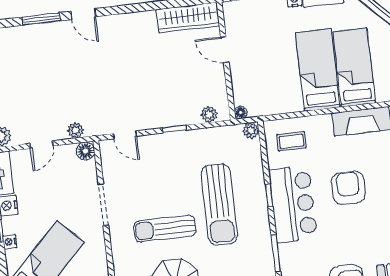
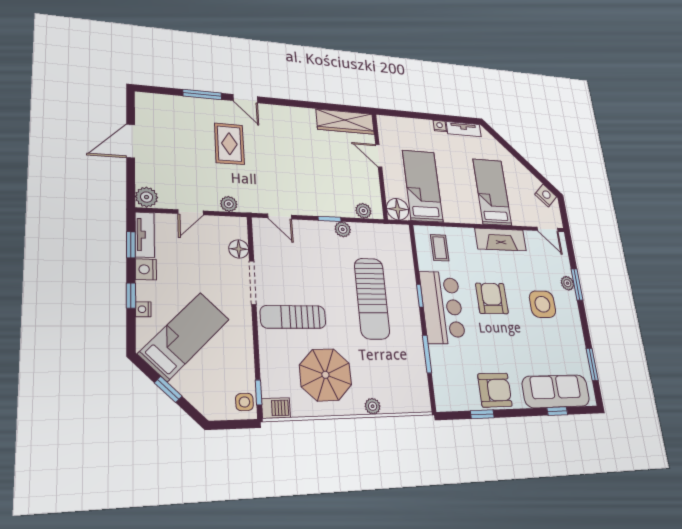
rug: (71, 67) -> (229, 144), added
bed: (318, 70) -> (423, 186), moved
floor lamp: (241, 113) -> (398, 209), width x1.89, depth x1.89
plant: (251, 131) -> (343, 229), moved
coffee table: (291, 141) -> (440, 248), turned 90
floor lamp: (85, 151) -> (239, 249), moved
sun lounger: (165, 229) -> (293, 317), moved

